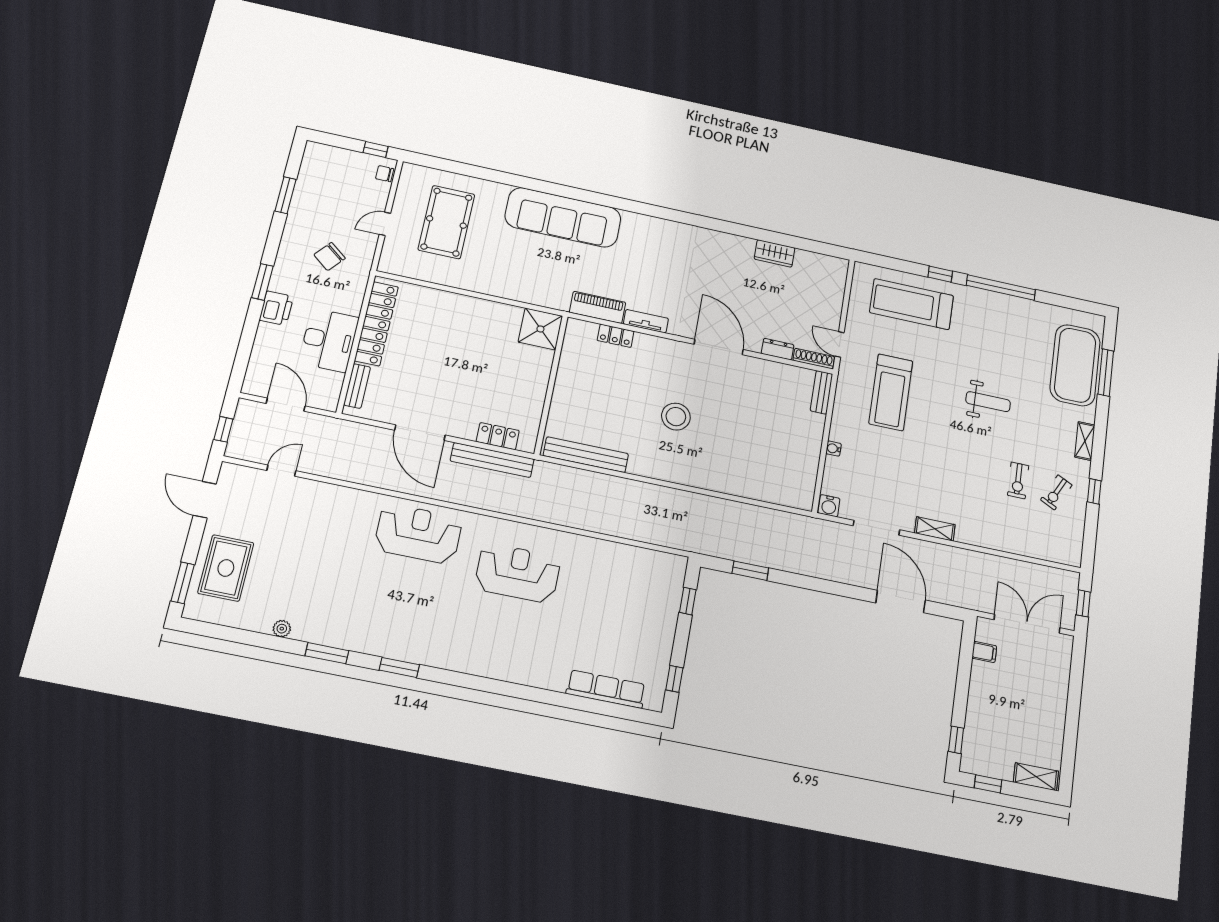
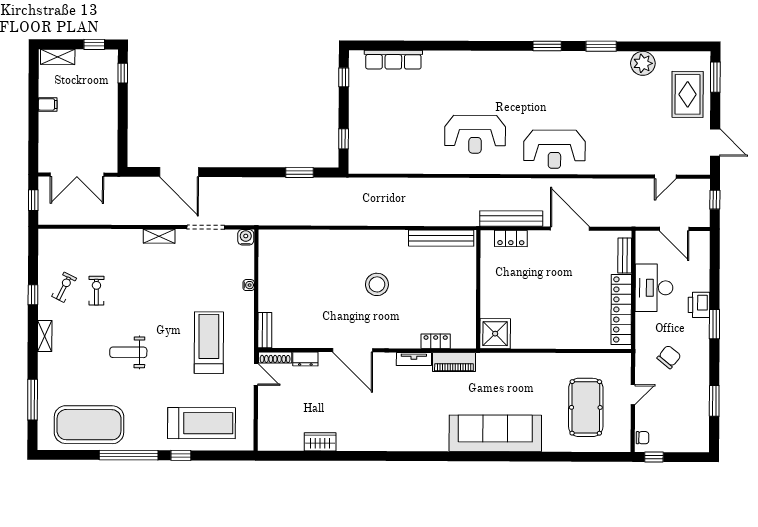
exercise mat: (1075, 365) -> (89, 425), moved, turned 90
plant: (282, 629) -> (643, 63), width x1.88, depth x1.88
filing cabinet: (984, 652) -> (48, 104), moved, turned 180

